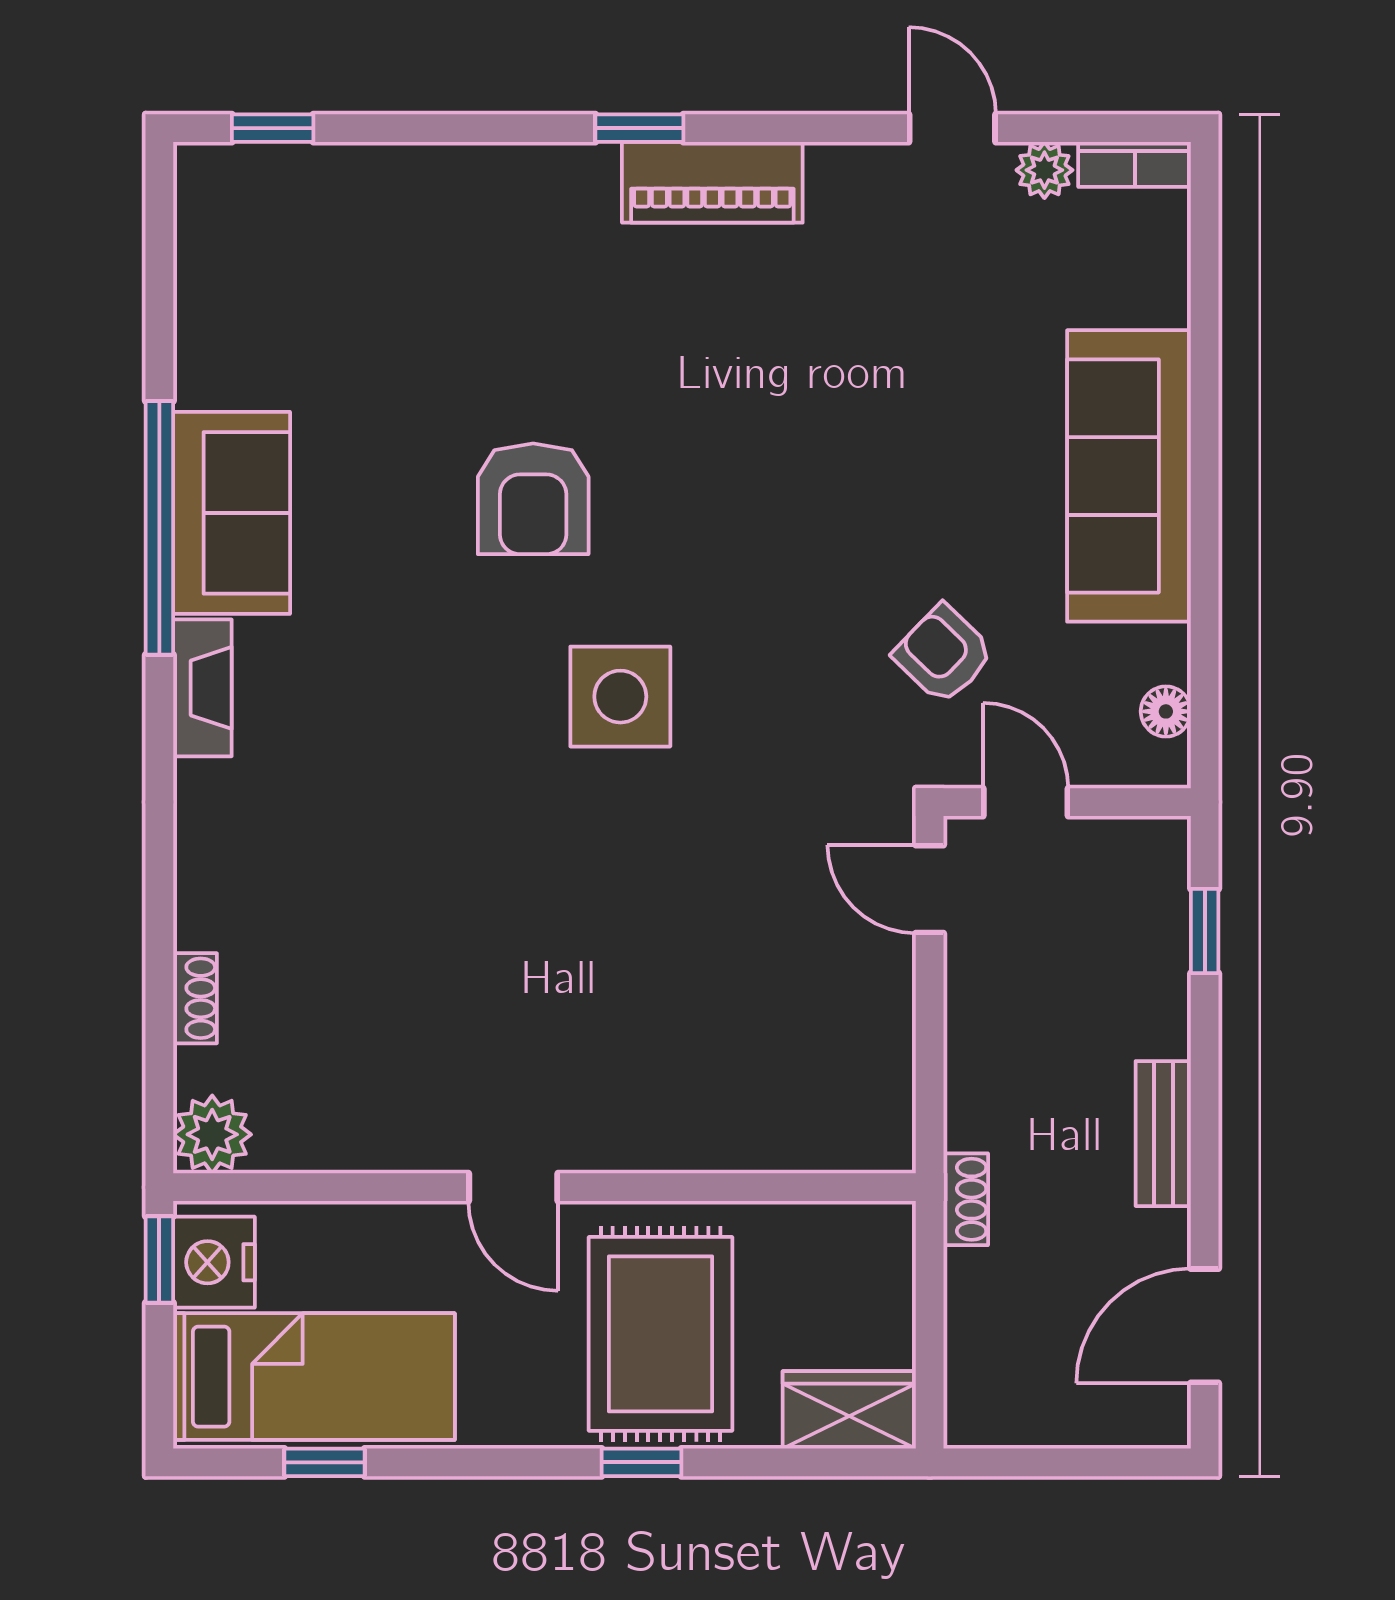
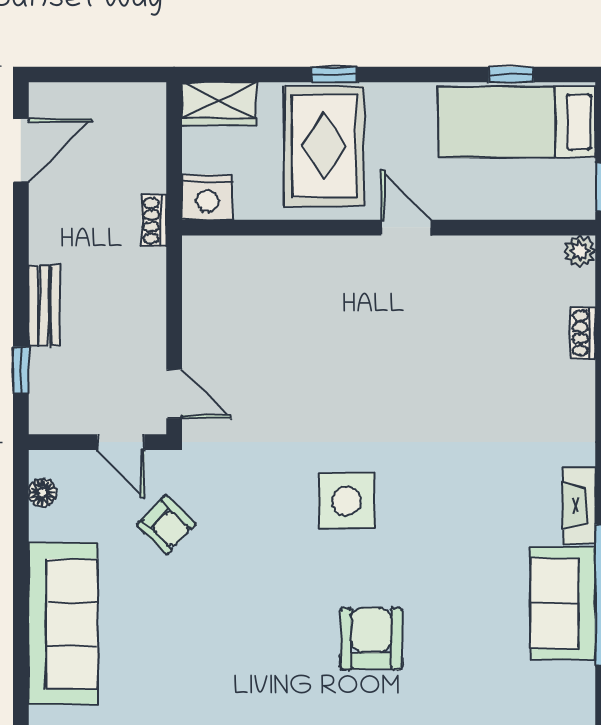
armchair: (533, 499) -> (371, 639), moved
plant: (212, 1134) -> (580, 251), width x0.73, depth x0.73
bench: (1163, 1134) -> (44, 306), moved
nightstand: (214, 1262) -> (207, 197), moved, turned 90

